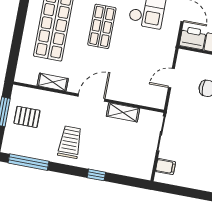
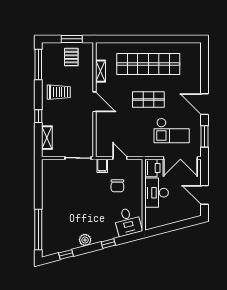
shelving: (123, 112) -> (47, 138), moved
filing cabinet: (166, 167) -> (102, 166), moved

